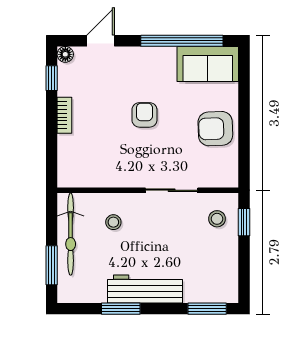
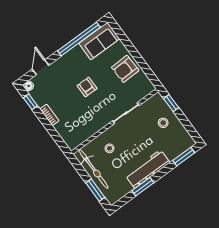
stool: (217, 219) -> (163, 123), moved

